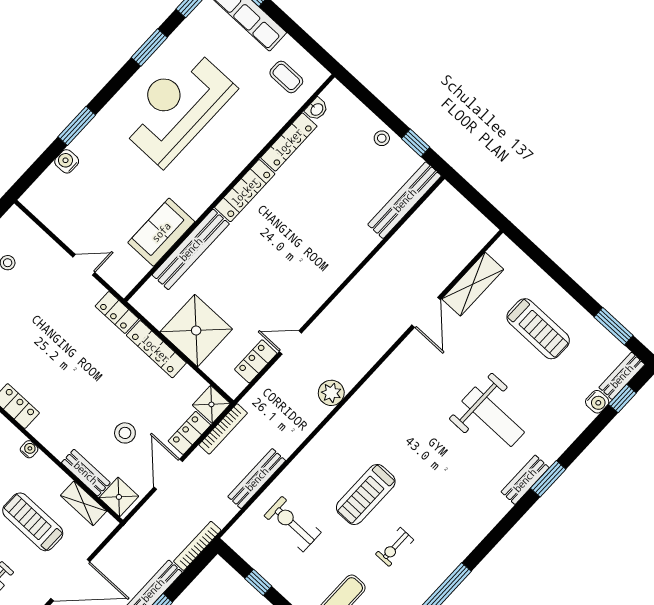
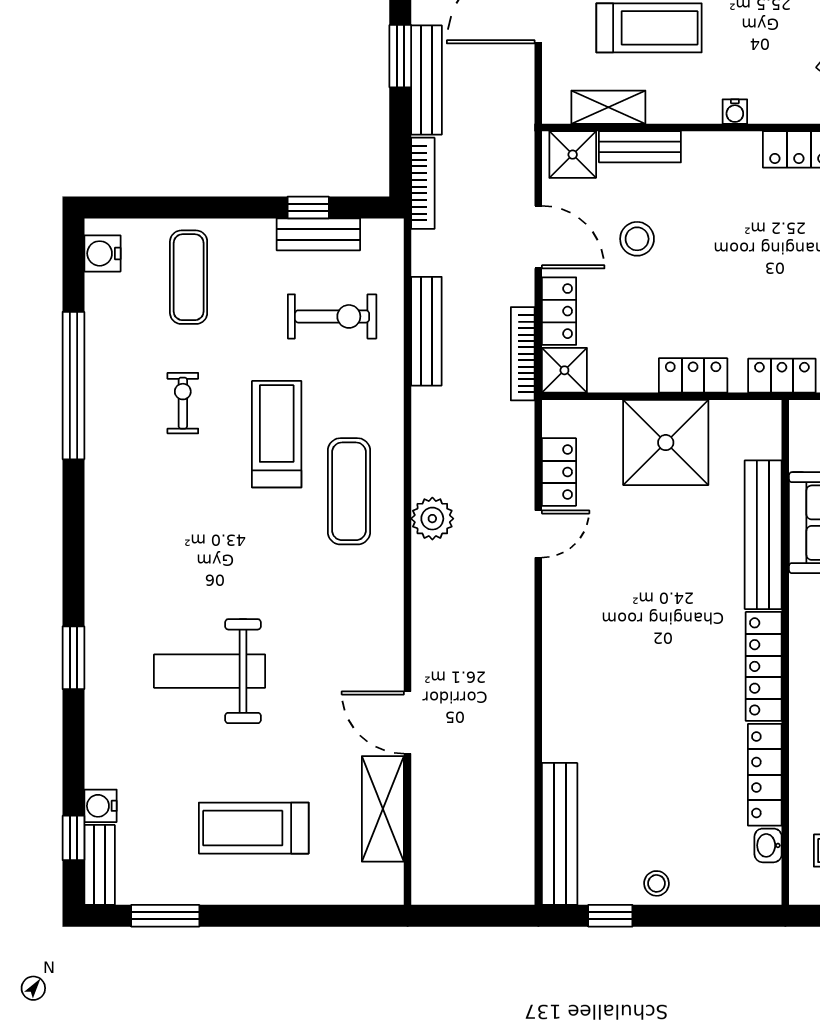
locker: (156, 349) -> (693, 375), width x0.66
exercise mat: (357, 439) -> (349, 491), added
bench: (525, 480) -> (318, 234), moved, turned 90

